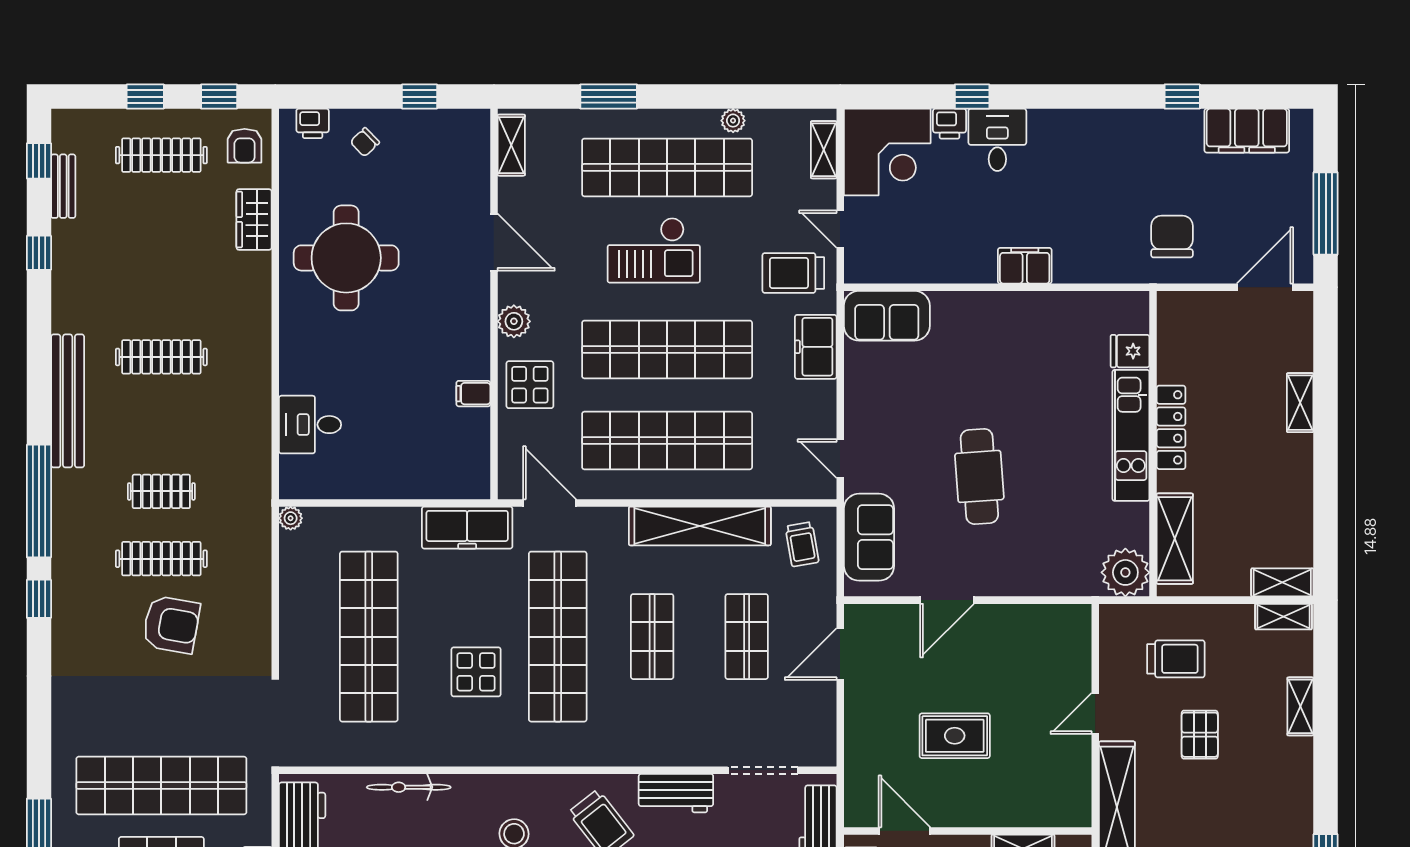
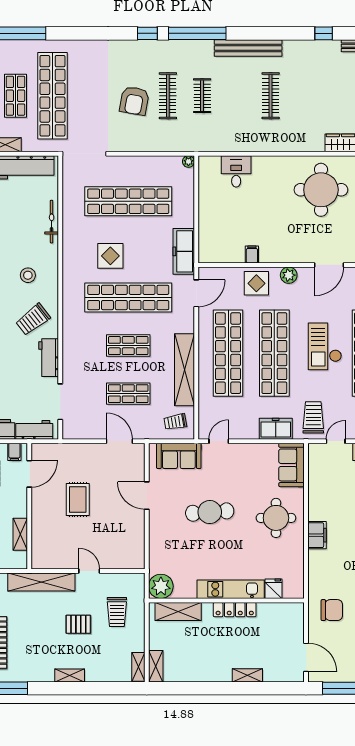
round table: (991, 346) -> (276, 518), added
shelving: (1300, 706) -> (70, 675), moved

